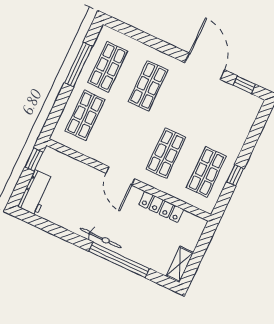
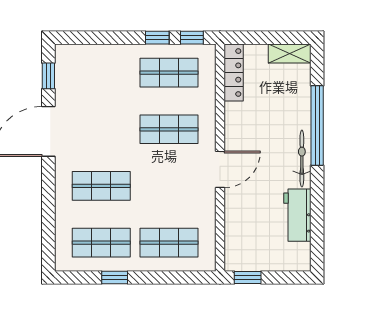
window: (78, 65) -> (115, 278), width x0.46
workbench: (36, 193) -> (297, 215), moved, turned -90
window: (224, 200) -> (192, 38), added
locker: (161, 207) -> (234, 73), moved

